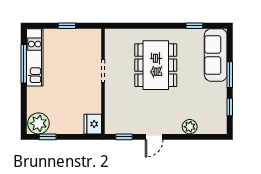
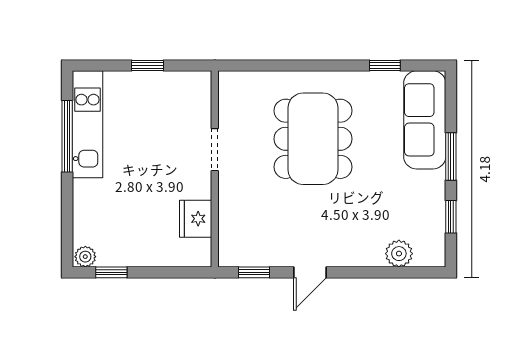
plant: (38, 123) -> (85, 257), width x0.53, depth x0.53
fridge: (93, 124) -> (196, 219), moved
plant: (190, 127) -> (399, 254), moved

